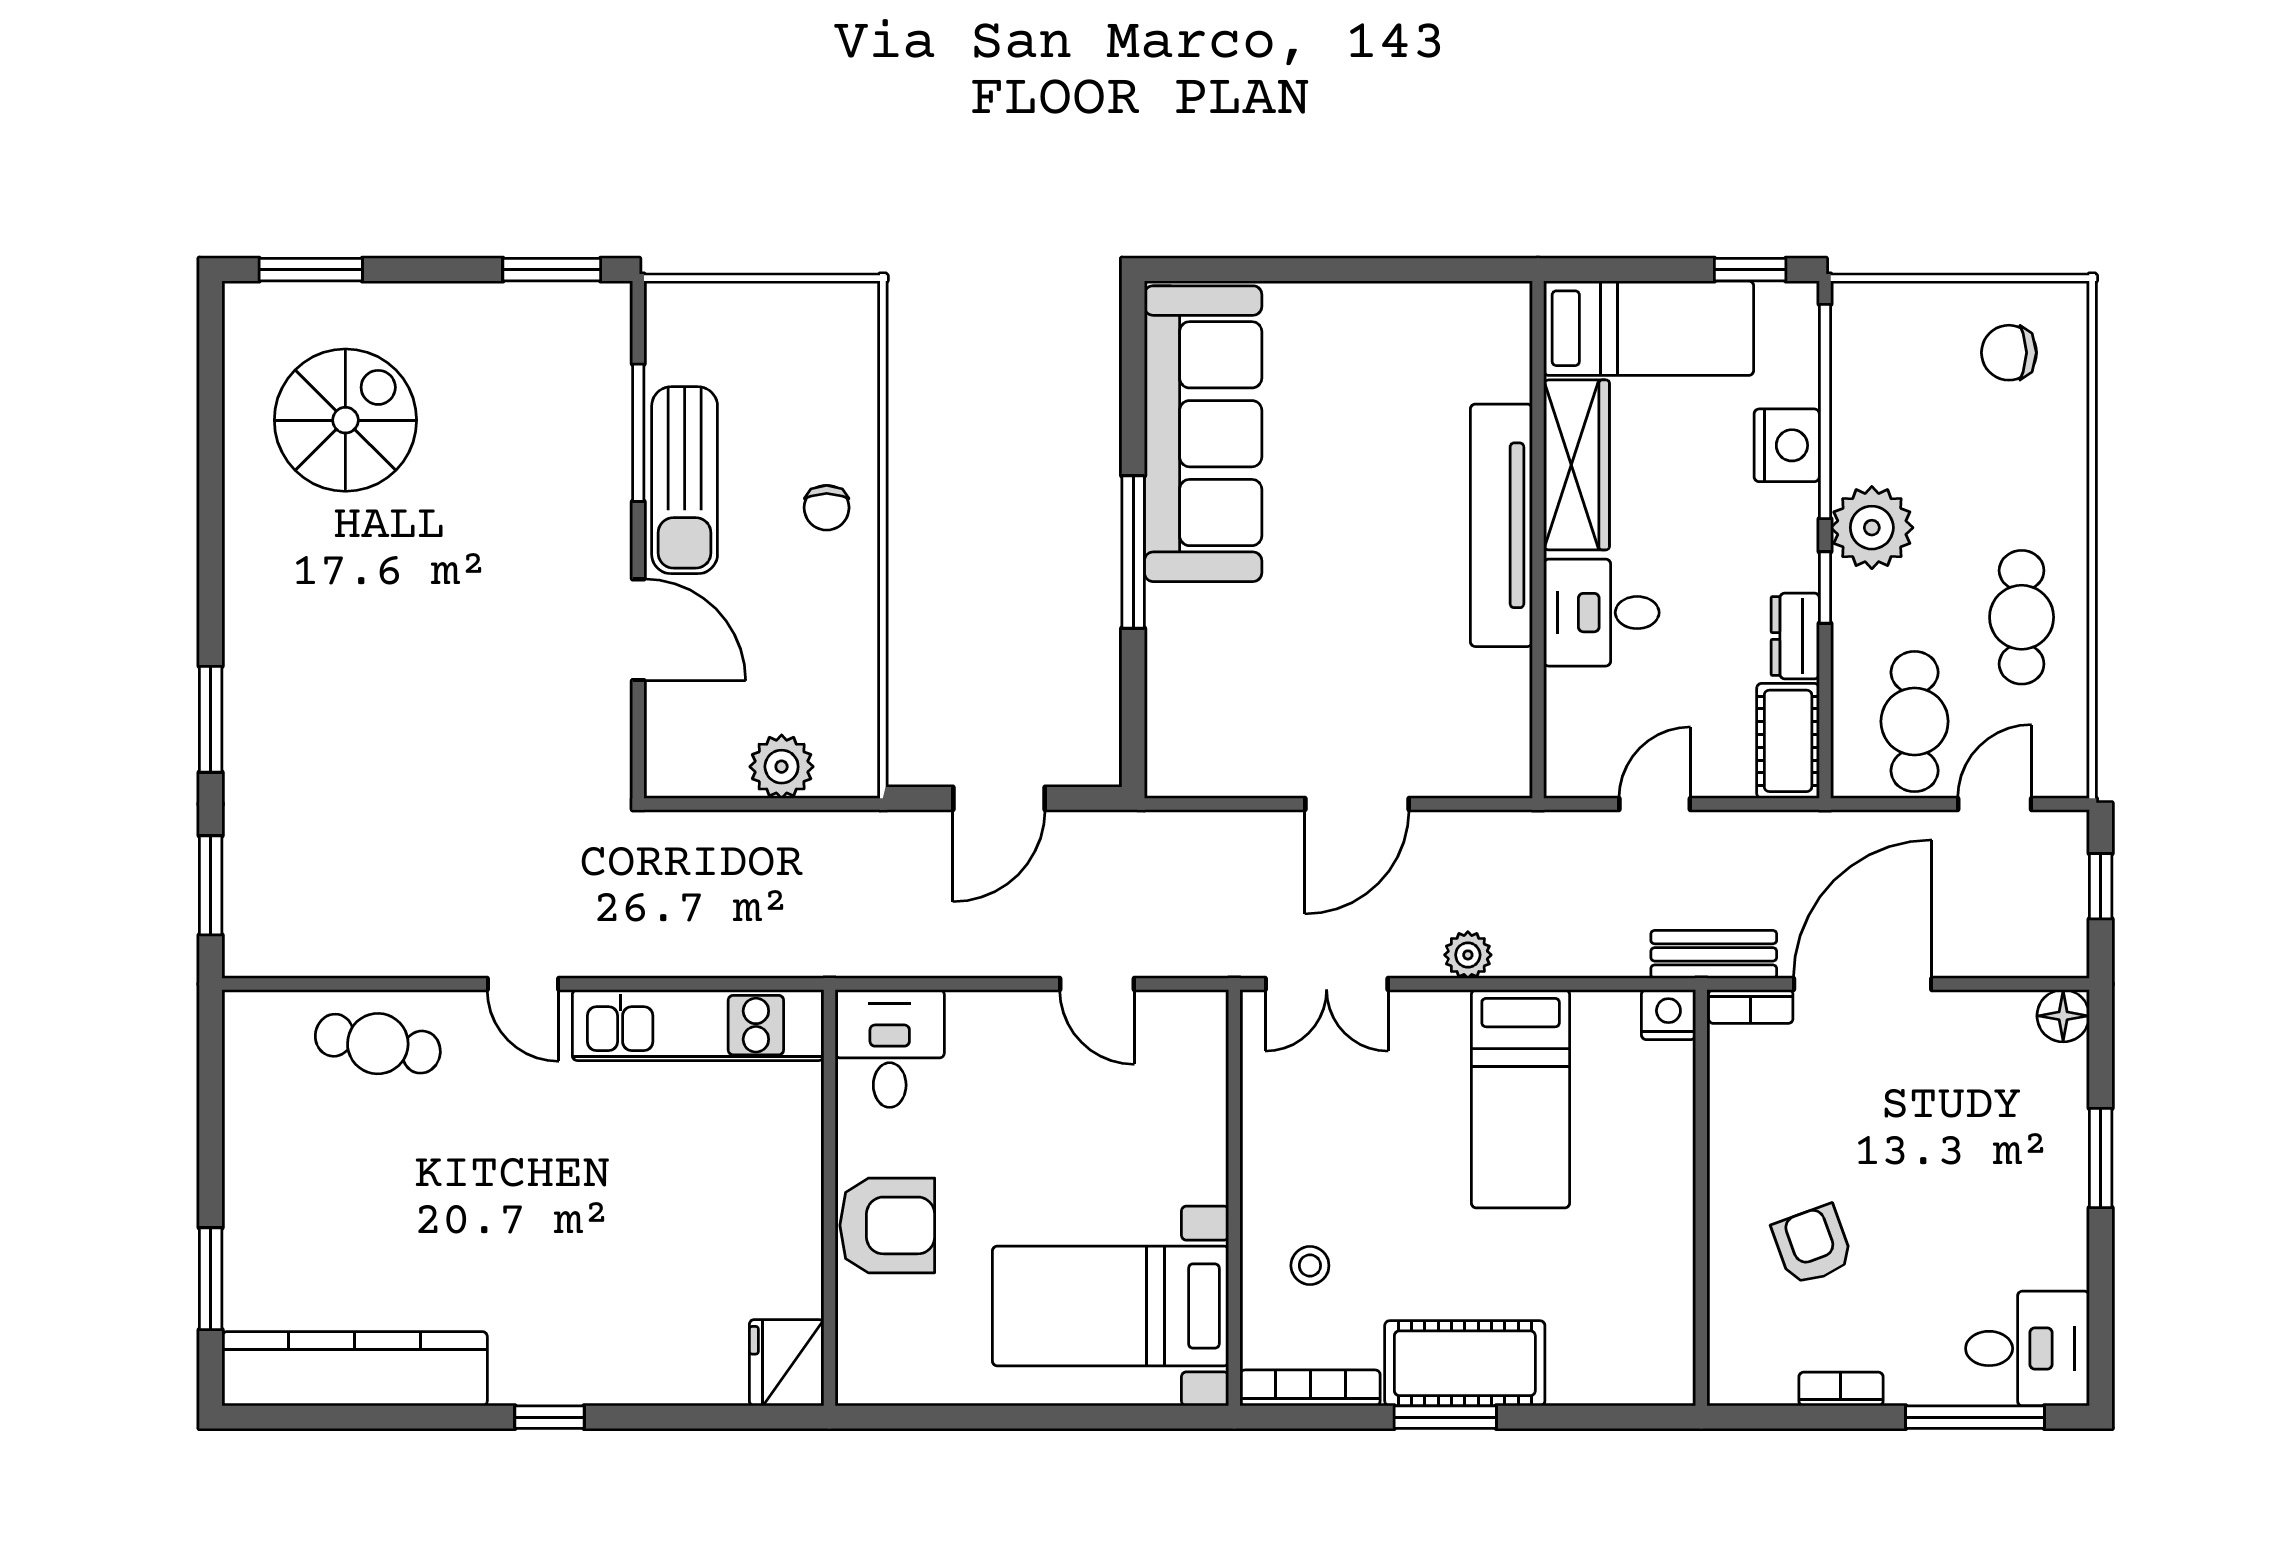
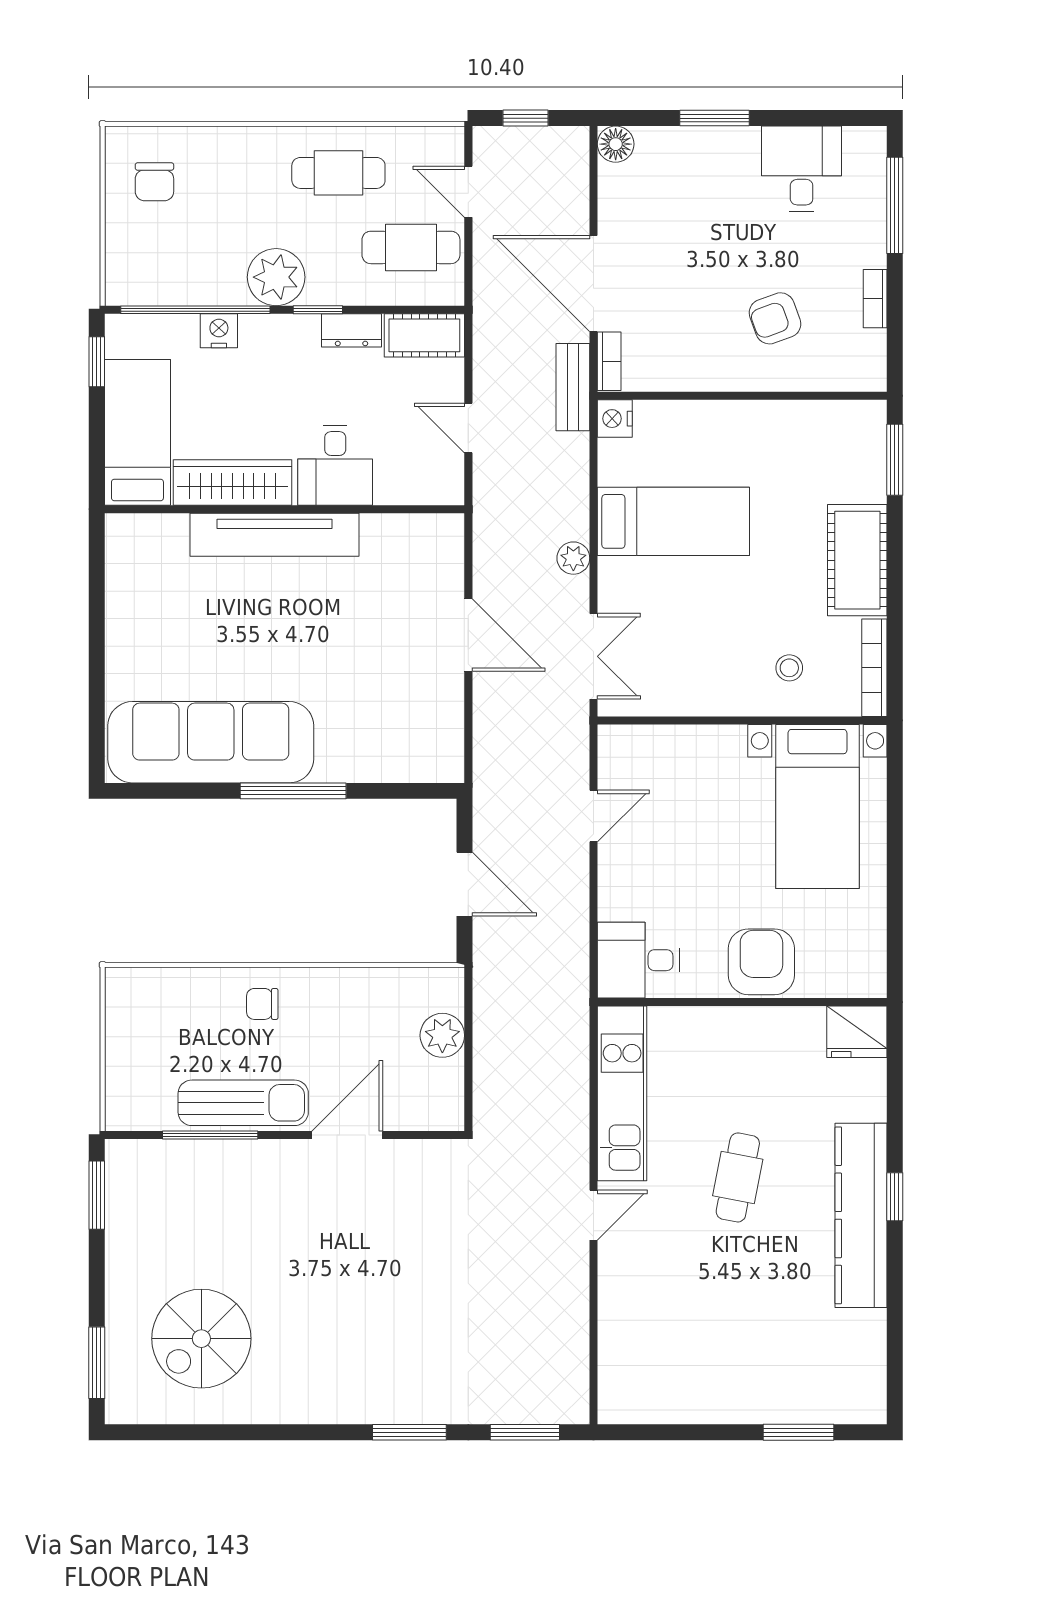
spiral stairs: (345, 420) -> (201, 1339), turned -90
nightstand: (1787, 445) -> (219, 331), width x0.74, depth x0.75
chair: (827, 508) -> (262, 1004), turned 180
cafe table: (378, 1044) -> (738, 1177), moved
desk: (2027, 1348) -> (802, 169), moved
kitchen counter: (355, 1369) -> (861, 1215), moved
window: (1445, 1417) -> (895, 460), moved

